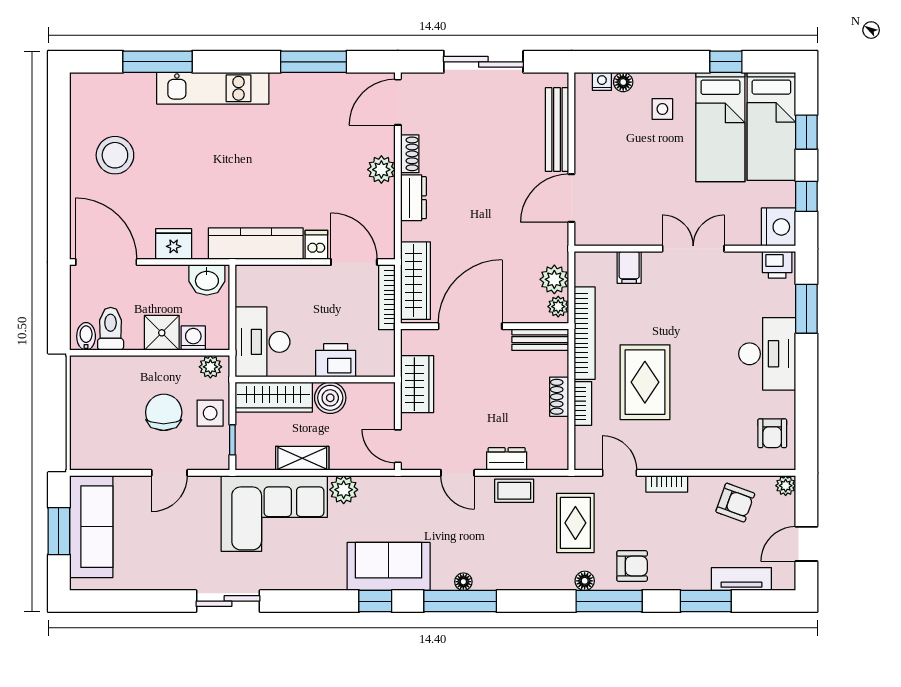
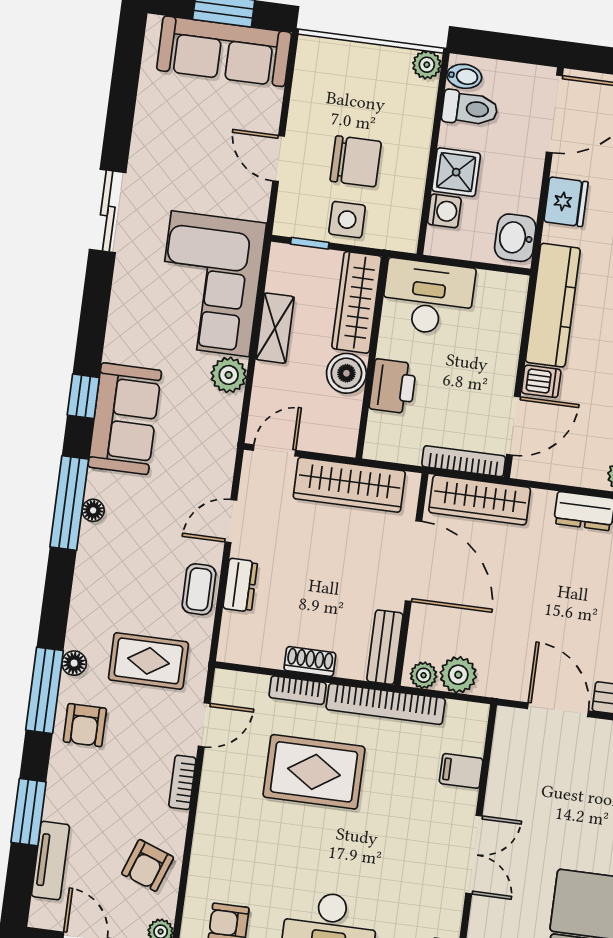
plant: (210, 367) -> (427, 65), moved
wardrobe: (417, 384) -> (349, 485), width x1.50

